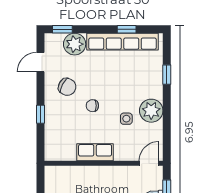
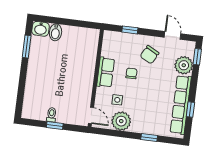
row of seats: (95, 152) -> (106, 72), moved
wall: (104, 163) -> (96, 78), moved
door: (149, 163) -> (91, 115), moved

